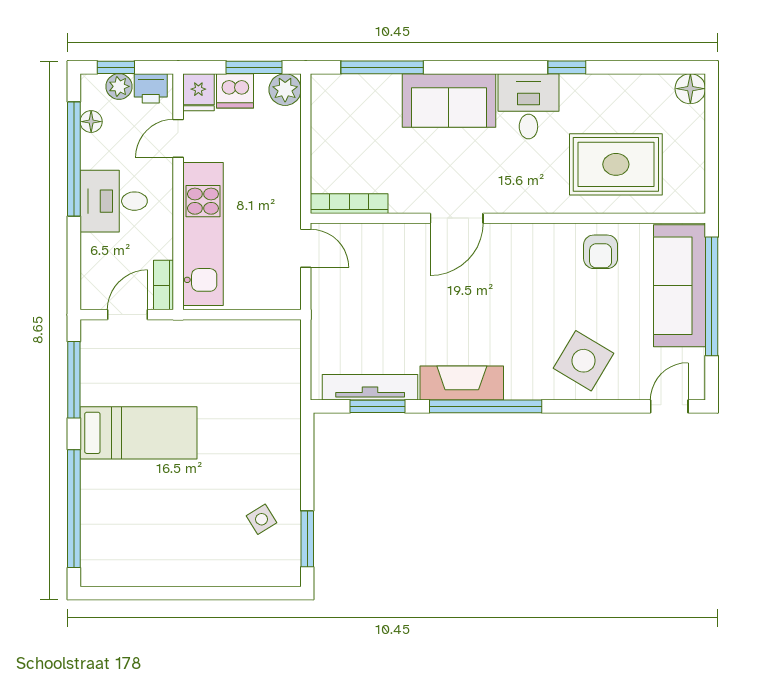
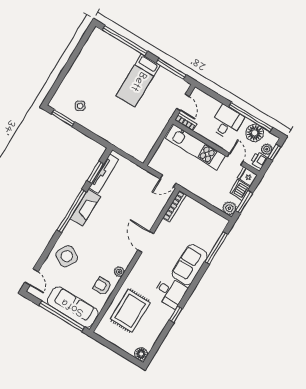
floor lamp: (91, 122) -> (255, 133), width x1.89, depth x1.89
plant: (551, 235) -> (119, 272), added

